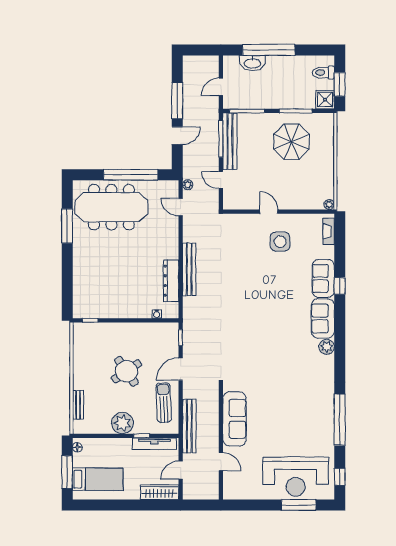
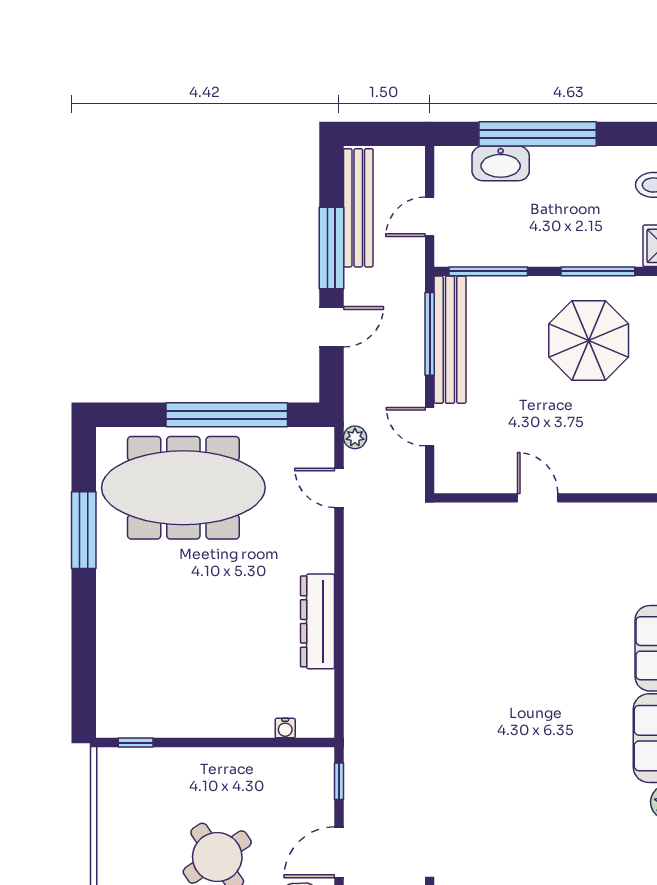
side table: (280, 242) -> (563, 565), removed
bench: (189, 269) -> (358, 208), moved
dresser: (171, 281) -> (318, 621), moved

